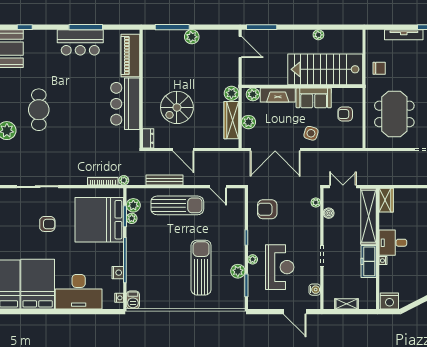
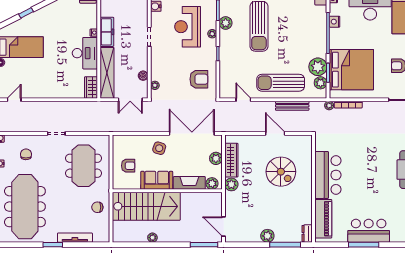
spiral stairs: (177, 107) -> (281, 172), turned 90
dresser: (148, 138) -> (307, 233), moved
plant: (132, 218) -> (318, 67), width x1.88, depth x1.88
desk: (393, 243) -> (85, 53), width x1.37

